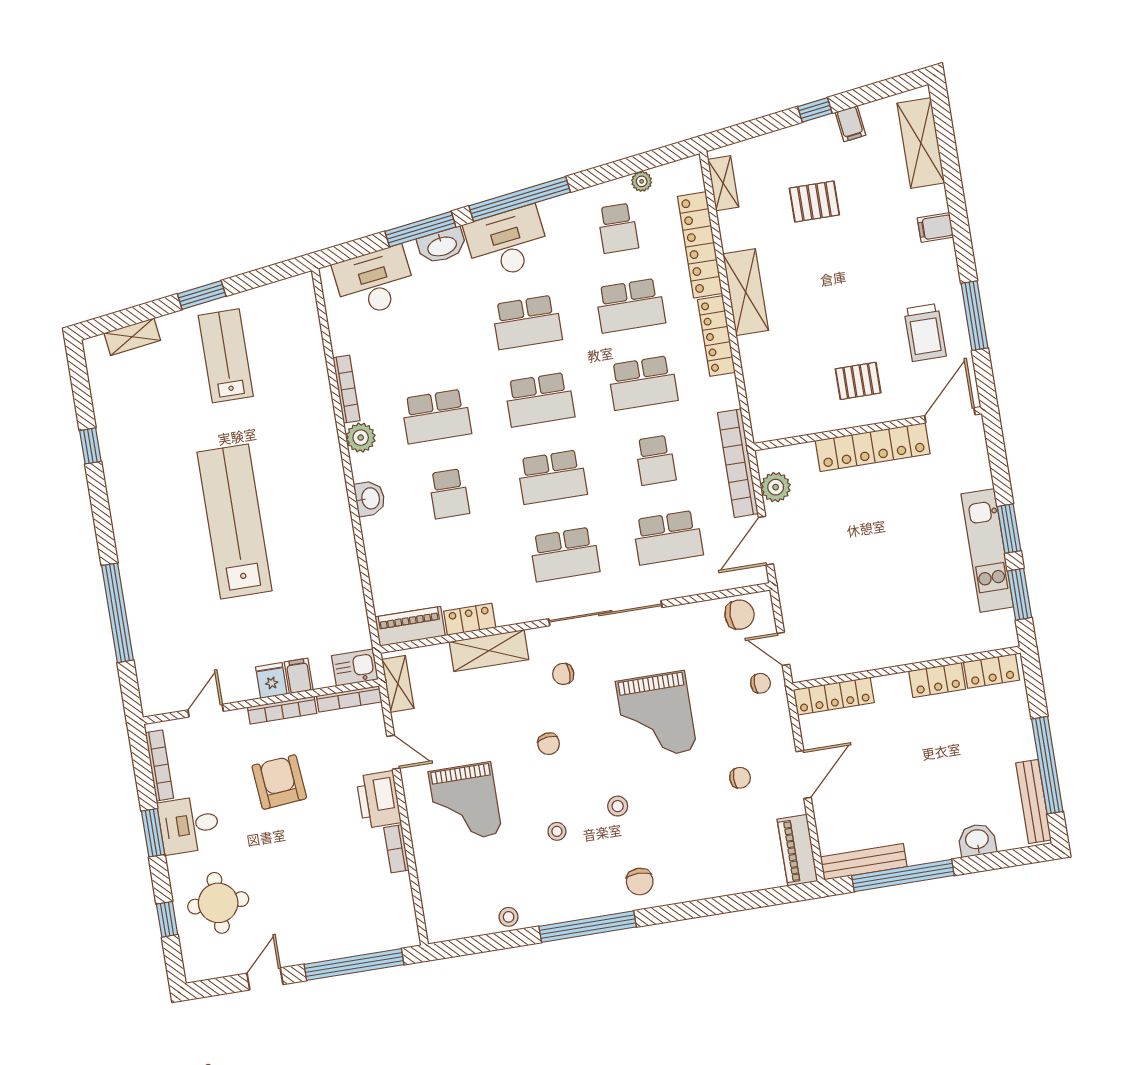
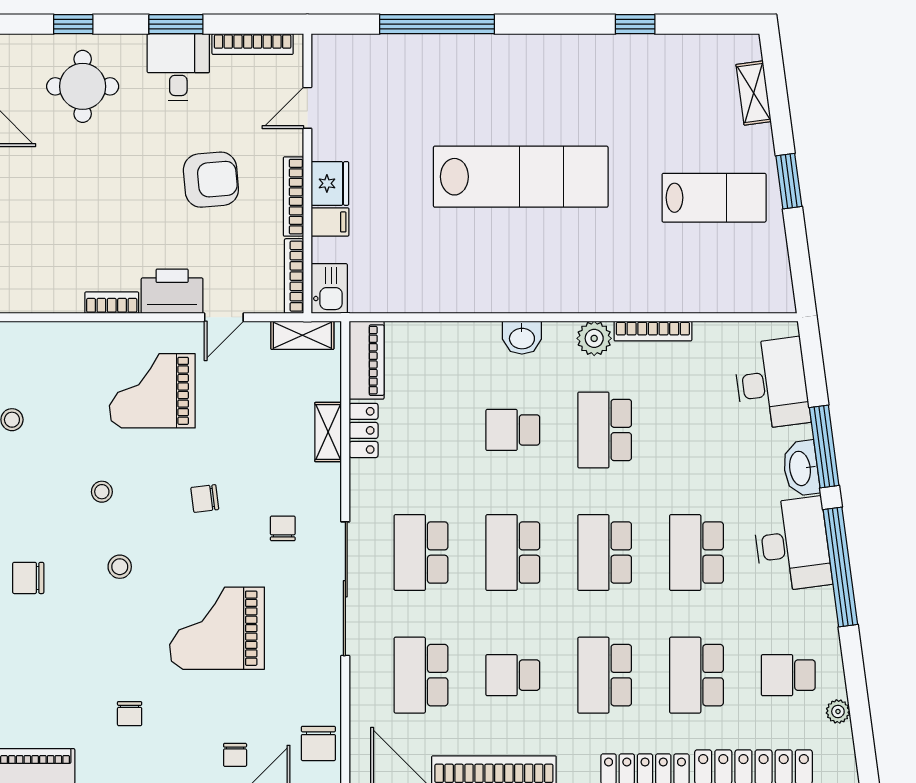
shelving: (489, 651) -> (328, 432), width x0.67, depth x0.75
fridge: (271, 680) -> (330, 183), width x1.38
door: (206, 711) -> (307, 108), swing flipped

